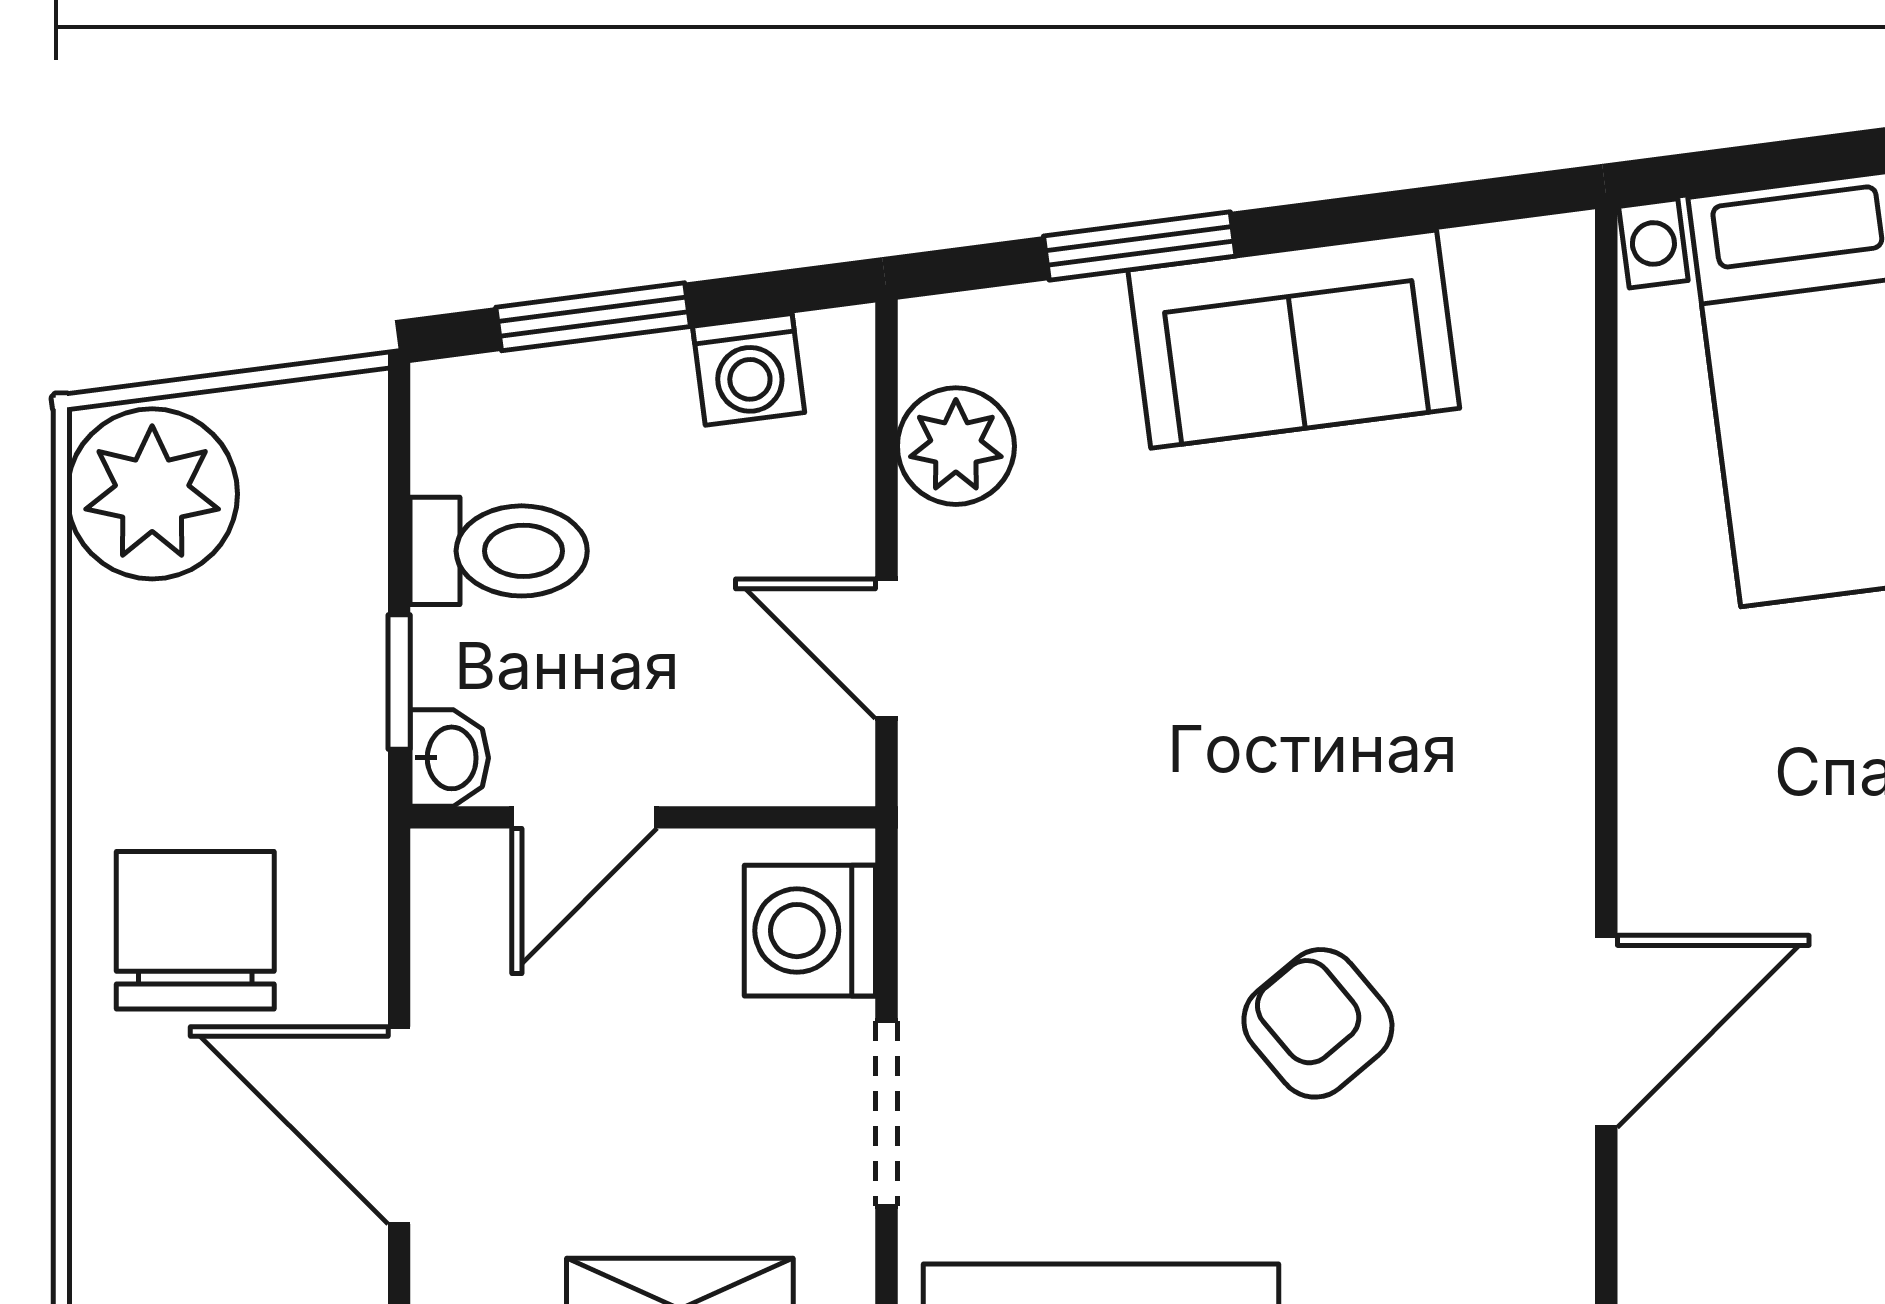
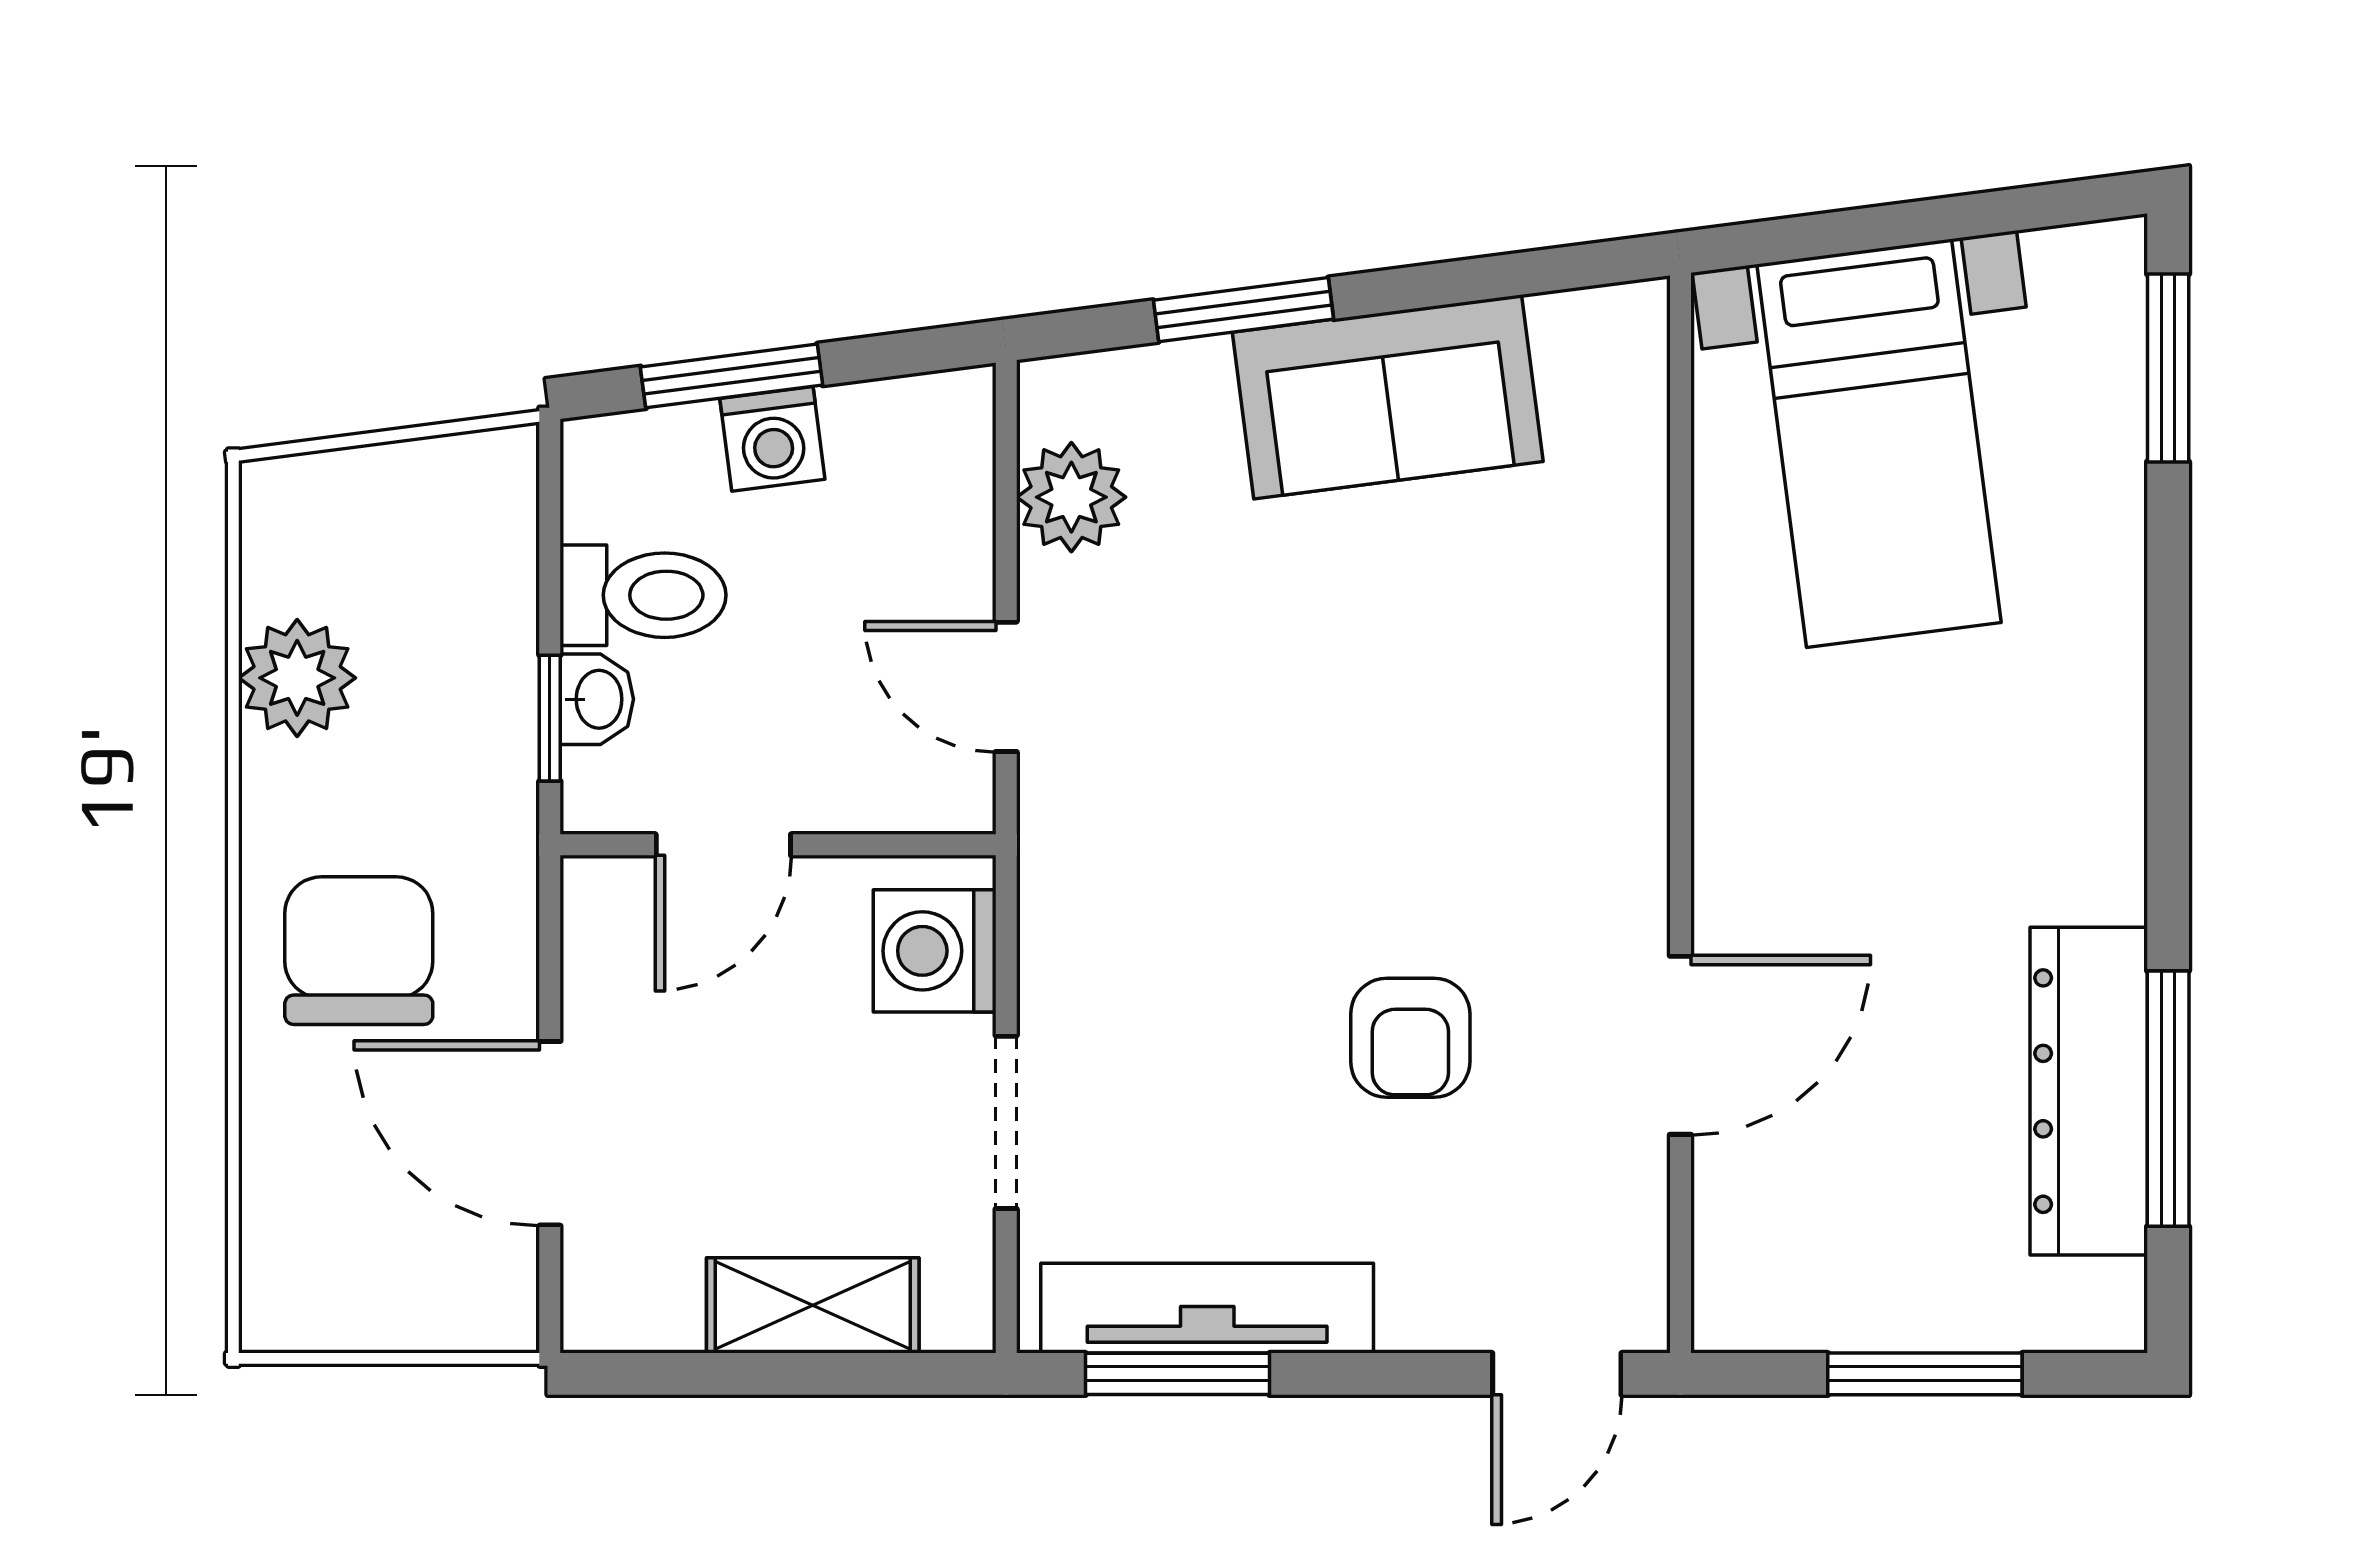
washing machine: (749, 369) -> (772, 439), moved
plant: (152, 494) -> (297, 678), moved, width x0.73, depth x0.73
washbasin: (449, 758) -> (597, 699), moved
armchair: (1318, 1023) -> (1410, 1038), turned -140

